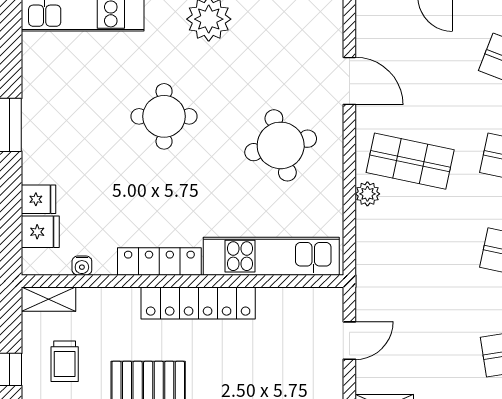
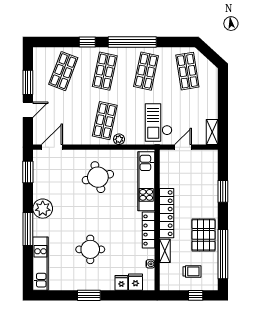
door: (349, 81) -> (52, 147), moved
round table: (164, 116) -> (90, 249), moved
checkout: (406, 285) -> (159, 123), added
shelving: (48, 299) -> (165, 251), moved
door: (349, 341) -> (183, 147), hinge flipped

